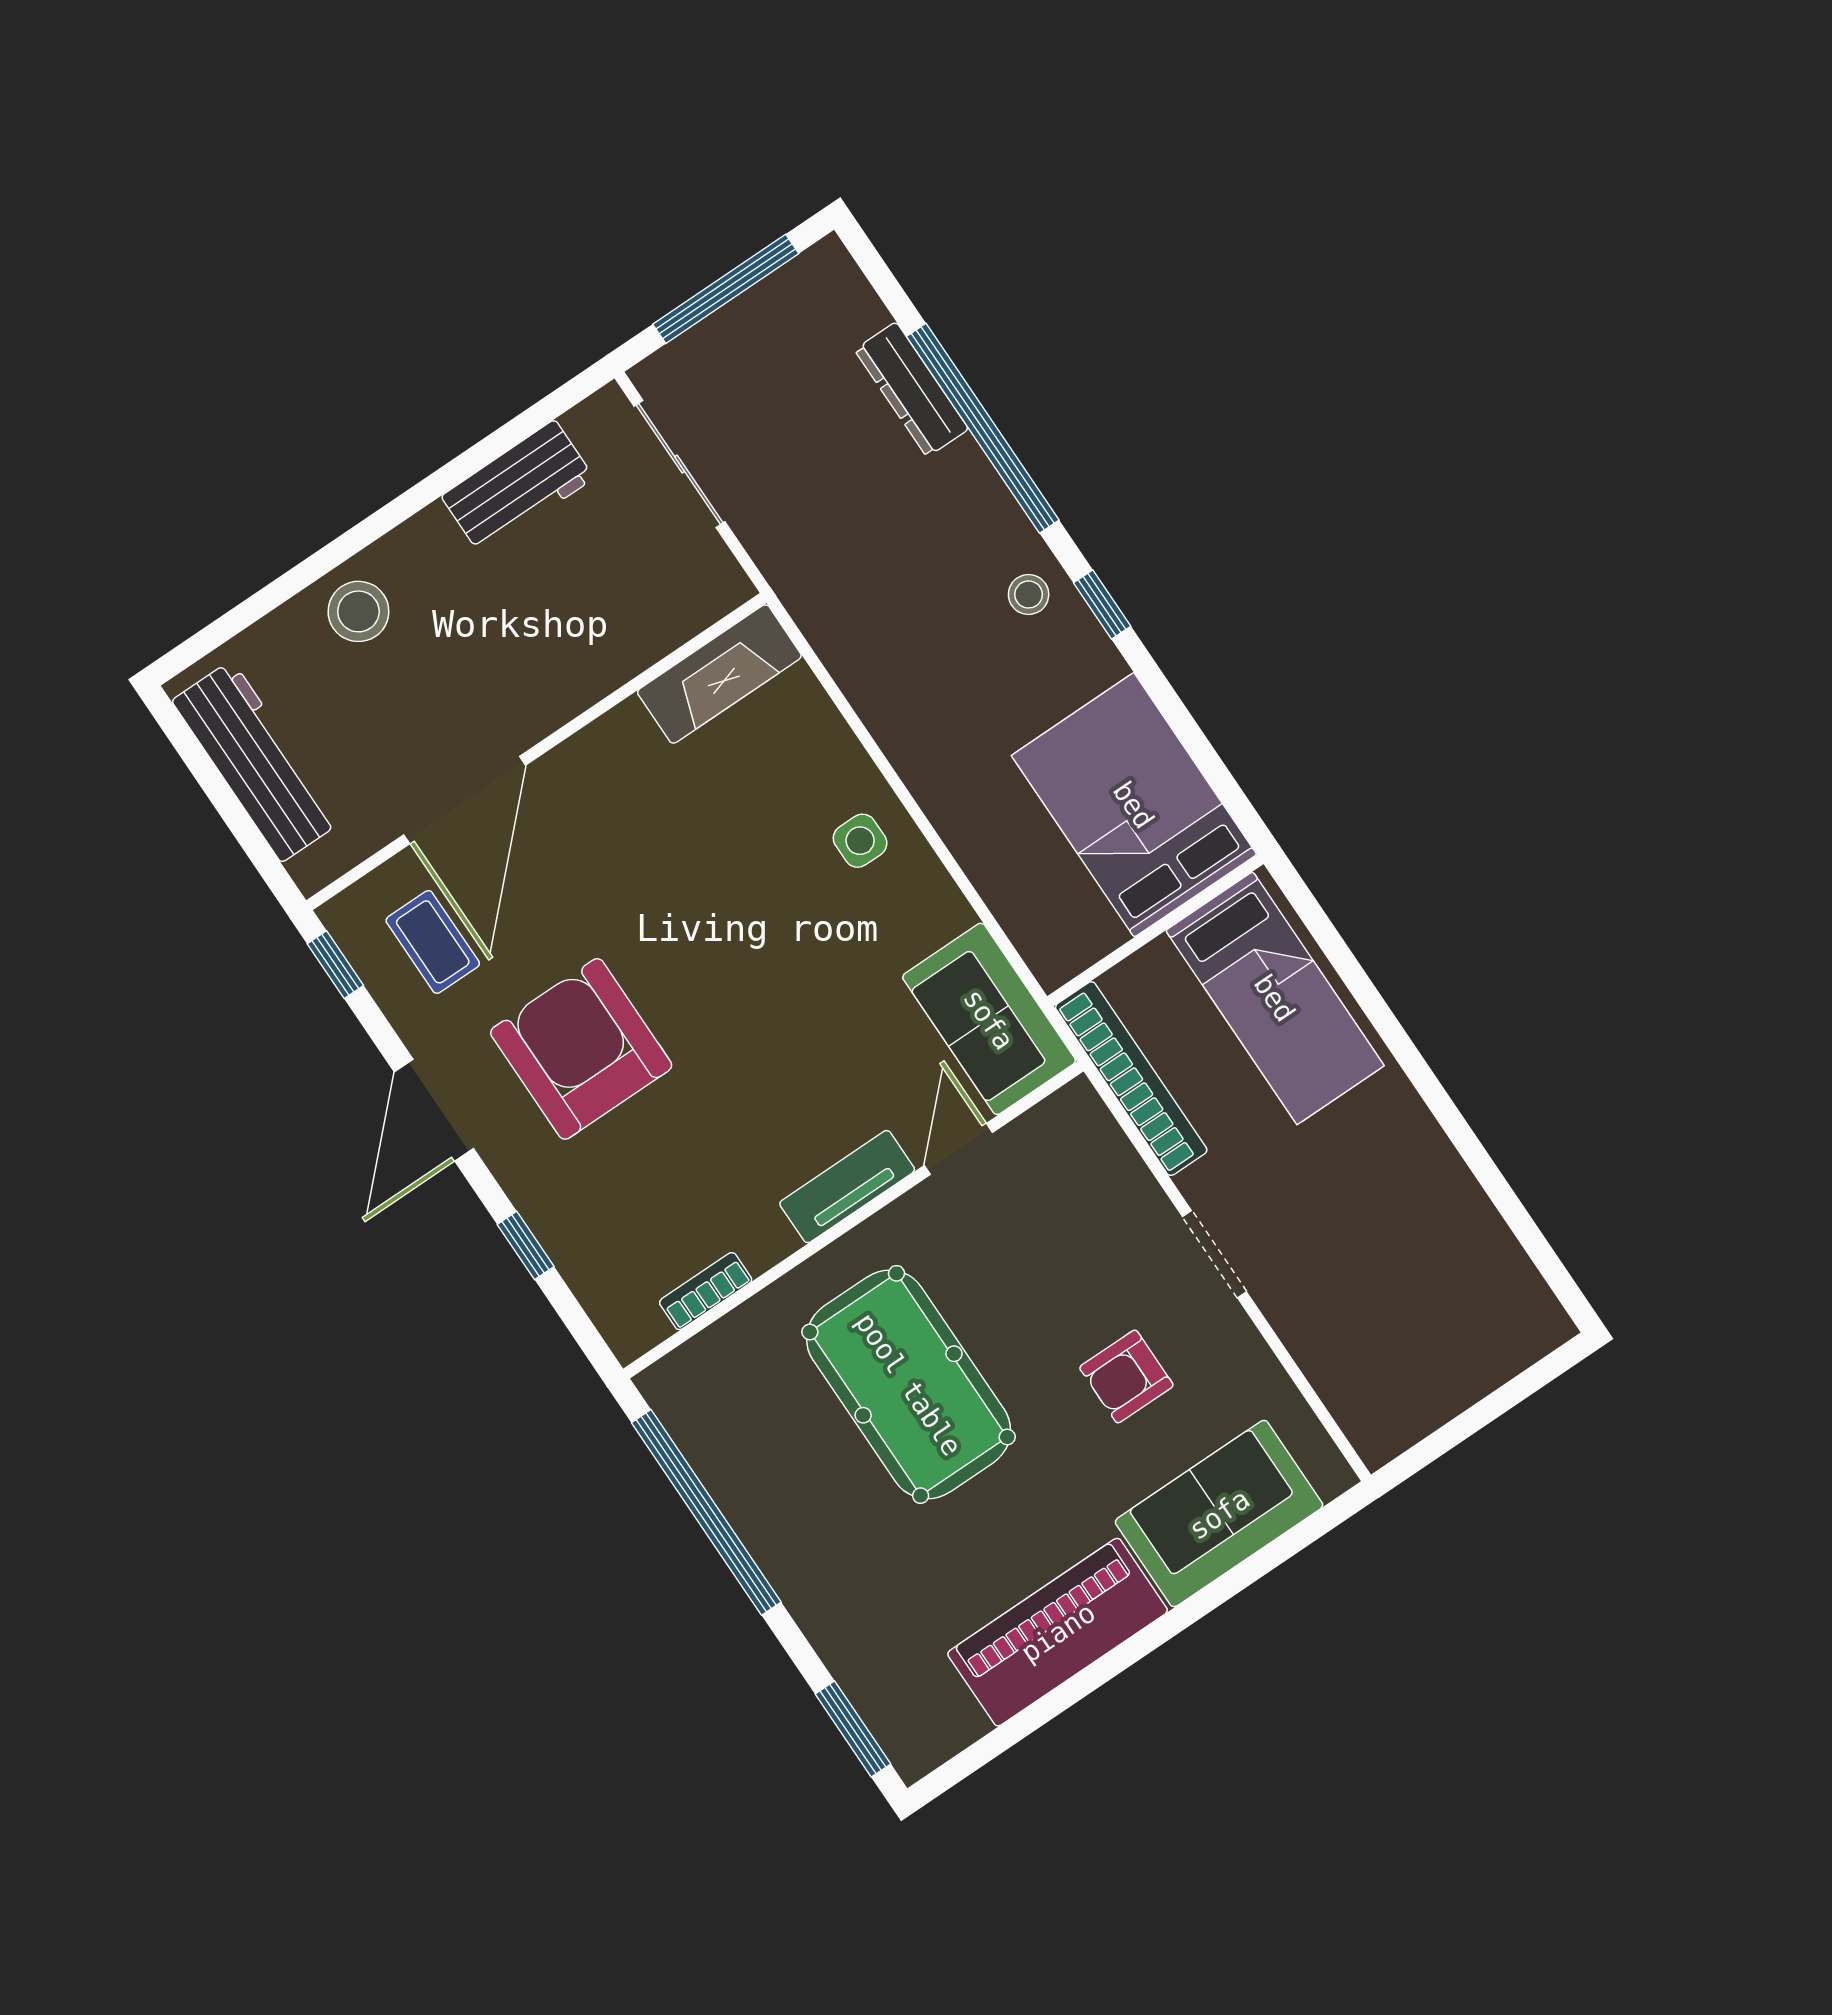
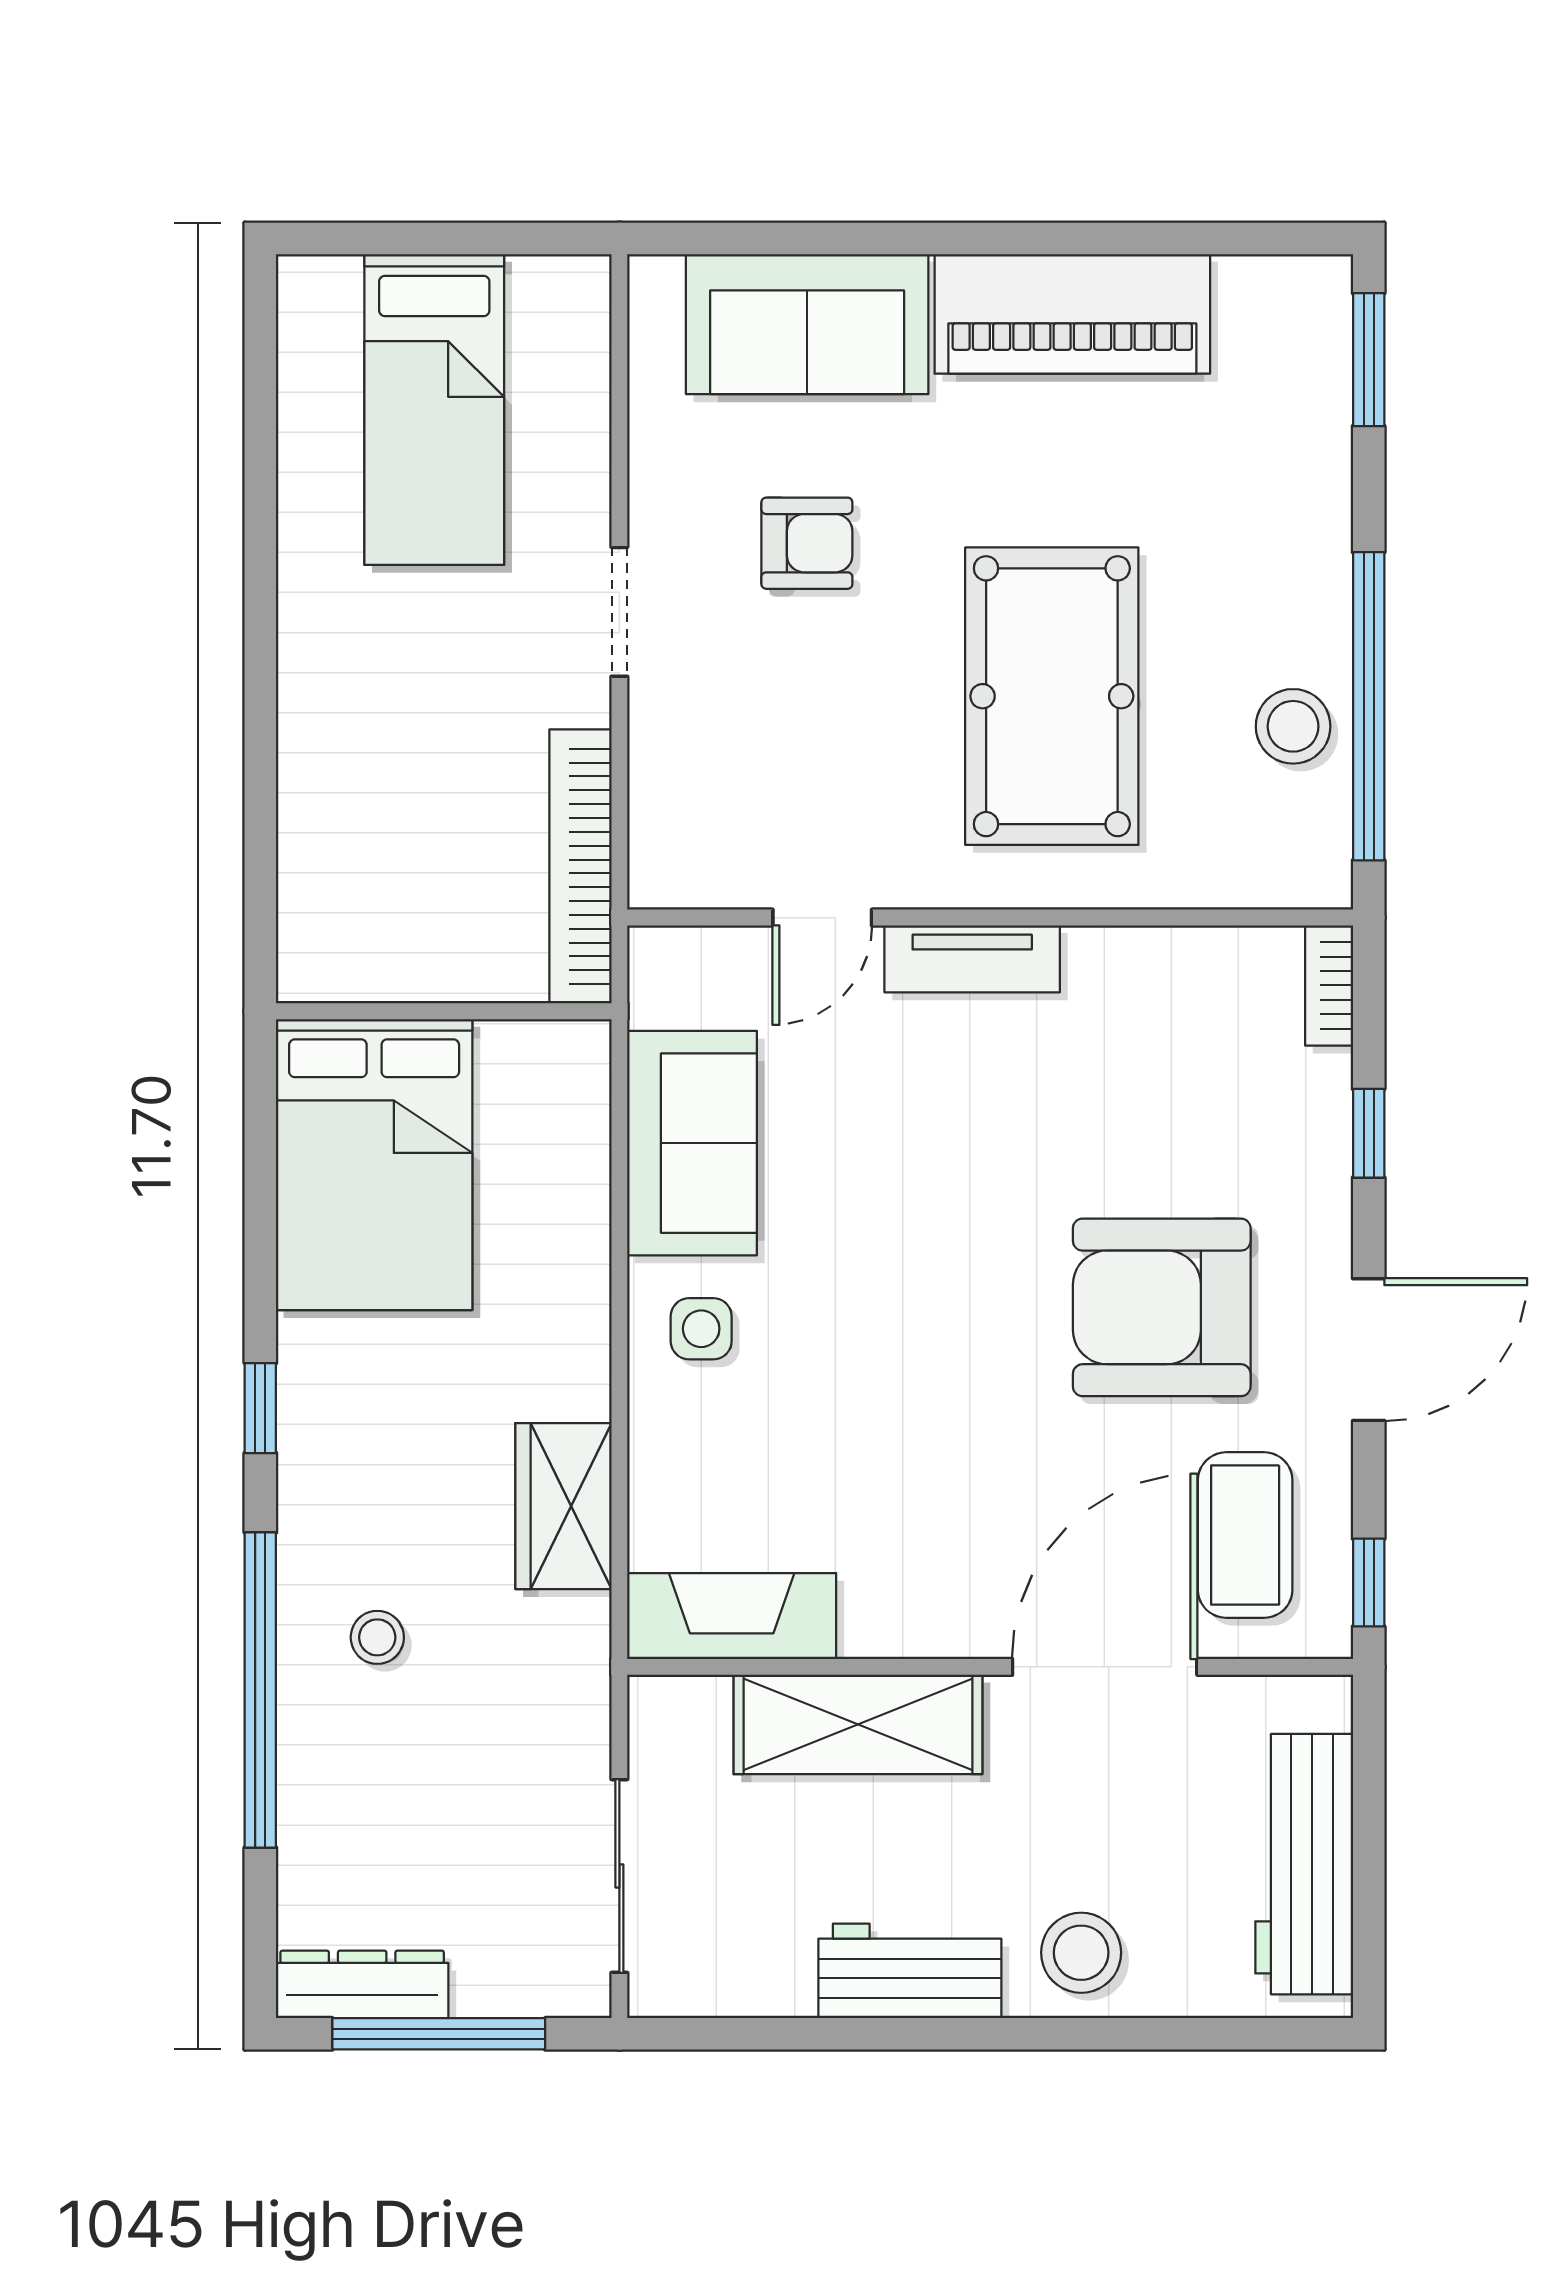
dresser: (911, 389) -> (362, 1984), moved, turned -90
workbench: (518, 487) -> (910, 1971), moved
stool: (1029, 594) -> (377, 1637), moved
shelving: (595, 660) -> (858, 1724), added
wardrobe: (871, 672) -> (563, 1506), added
coffee table: (433, 942) -> (1245, 1535), width x1.36, depth x1.30
bed: (1275, 998) -> (434, 409), moved, turned 180
sofa: (989, 1019) -> (692, 1143), moved
armchair: (581, 1049) -> (1162, 1307), turned 90
bookcase: (706, 1291) -> (1329, 985), moved, turned 90
stool: (745, 1468) -> (1293, 726), added

